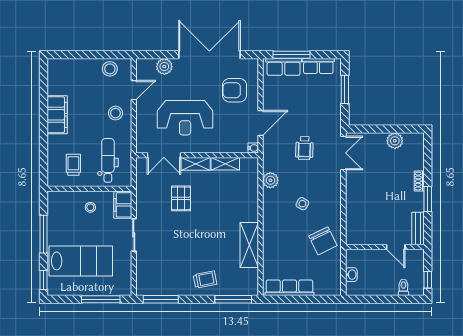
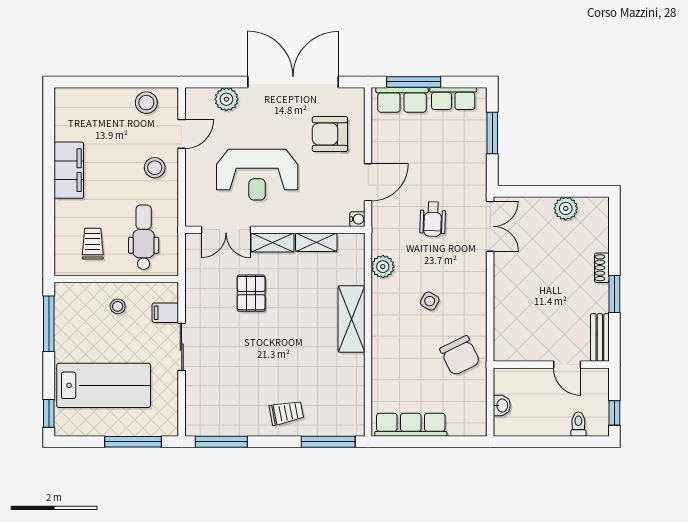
filing cabinet: (123, 205) -> (165, 313), width x0.50
window: (44, 234) -> (49, 324), moved
shelving: (249, 245) -> (351, 319), moved

